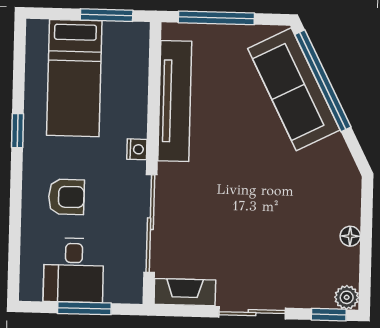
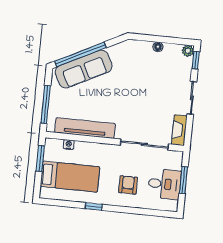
nightstand: (137, 149) -> (69, 145), moved

